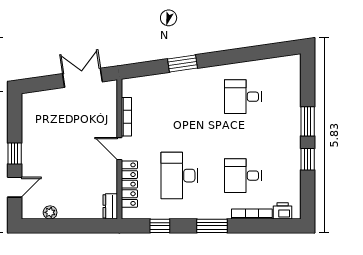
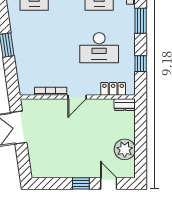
locker: (129, 184) -> (113, 89), width x0.66
plant: (50, 212) -> (125, 149), width x1.88, depth x1.88

